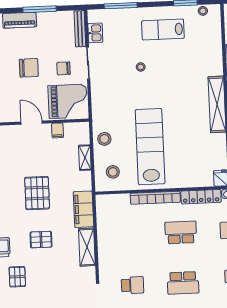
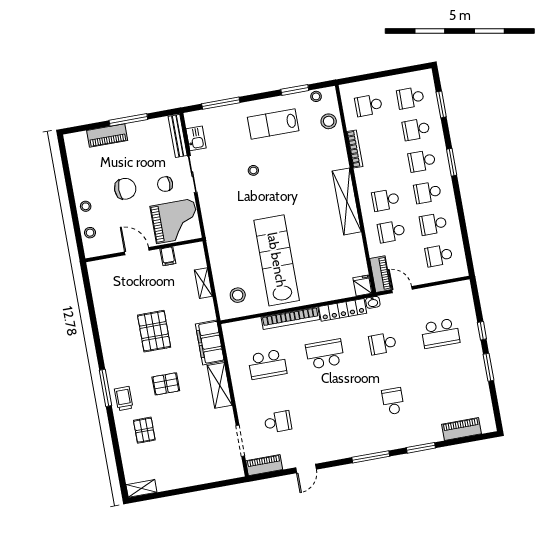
stool: (104, 139) -> (329, 121), moved
school desk: (183, 283) -> (267, 364), moved

